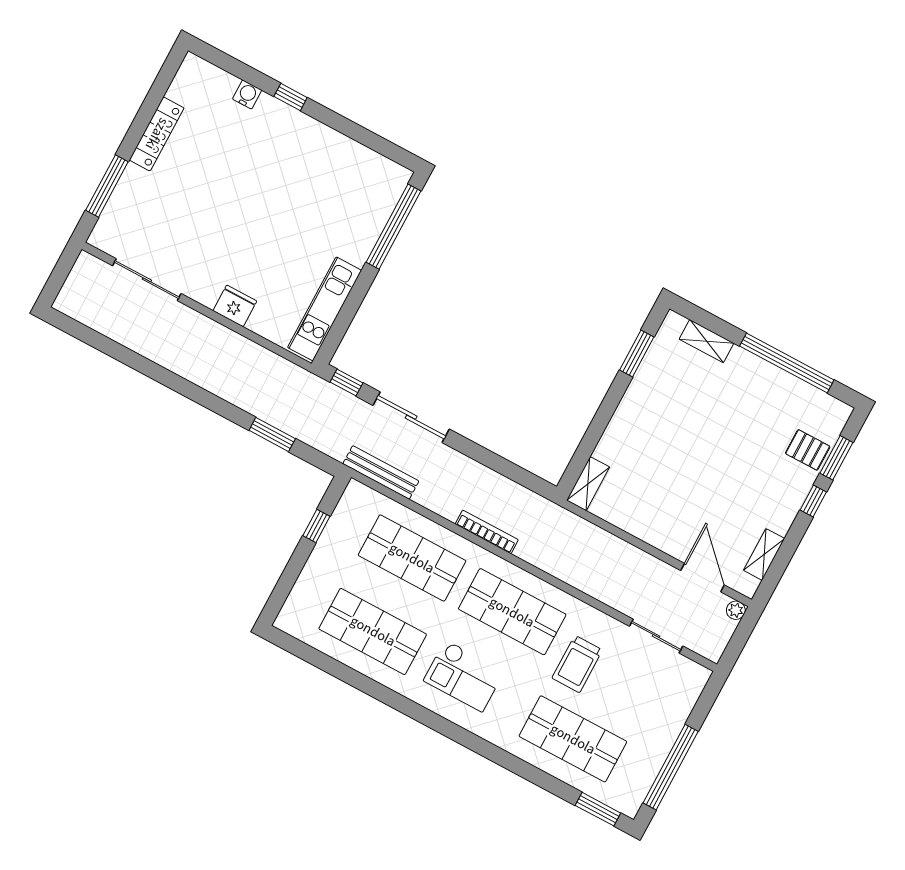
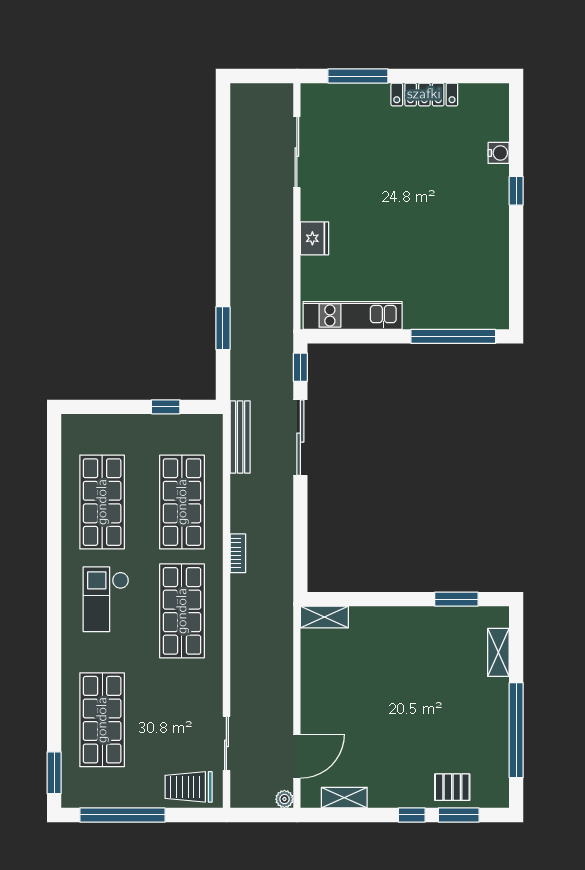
pallet: (808, 450) -> (452, 787), turned 90
bookcase: (487, 532) -> (238, 553), width x0.64
trolley: (577, 664) -> (189, 787), moved

